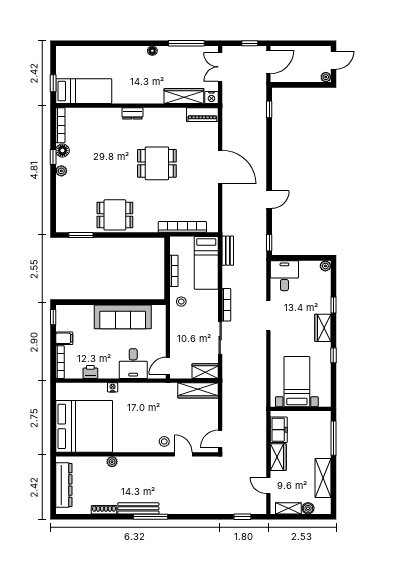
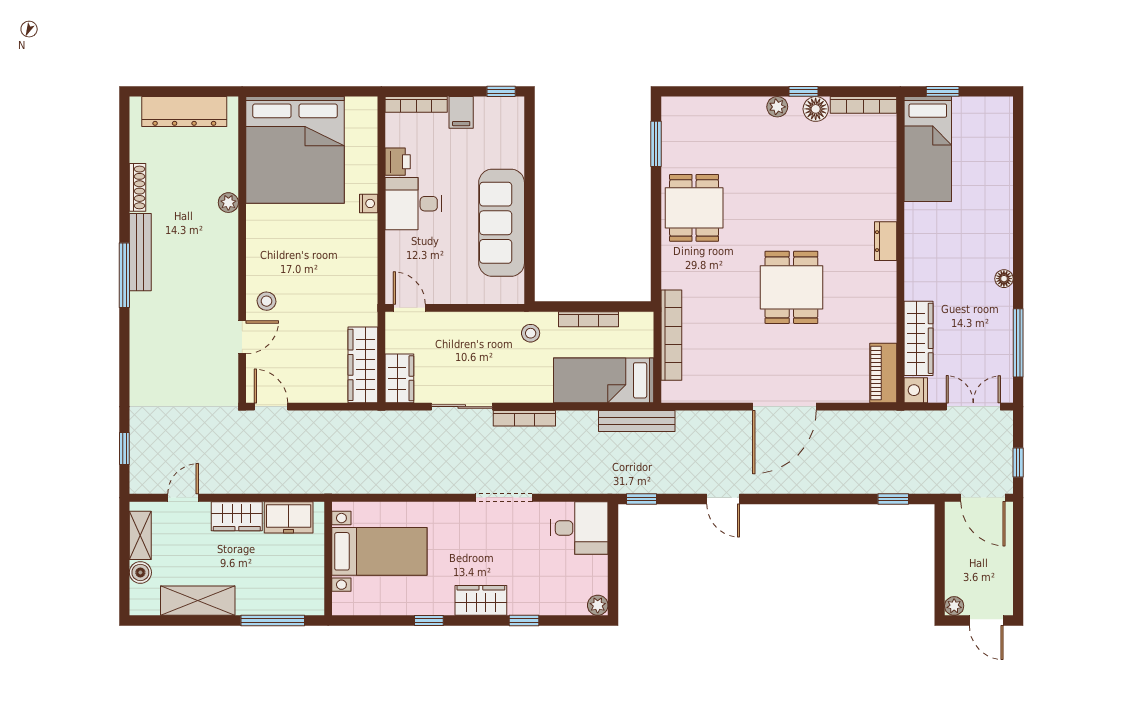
bench: (228, 251) -> (637, 421), width x1.36
desk: (133, 364) -> (413, 204), moved

